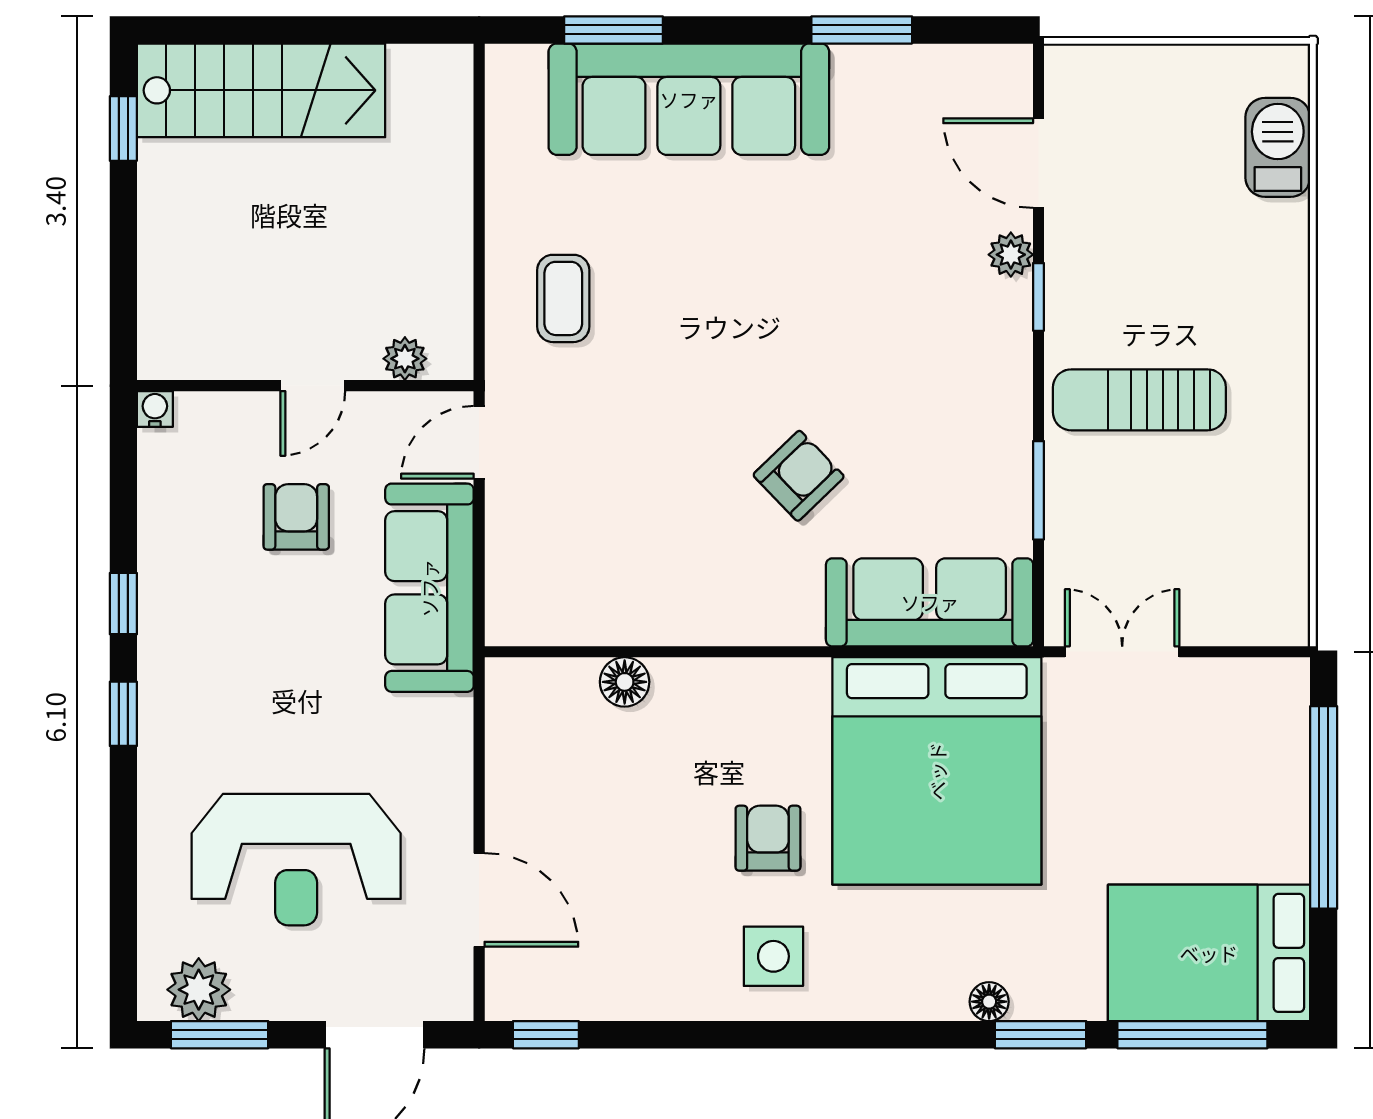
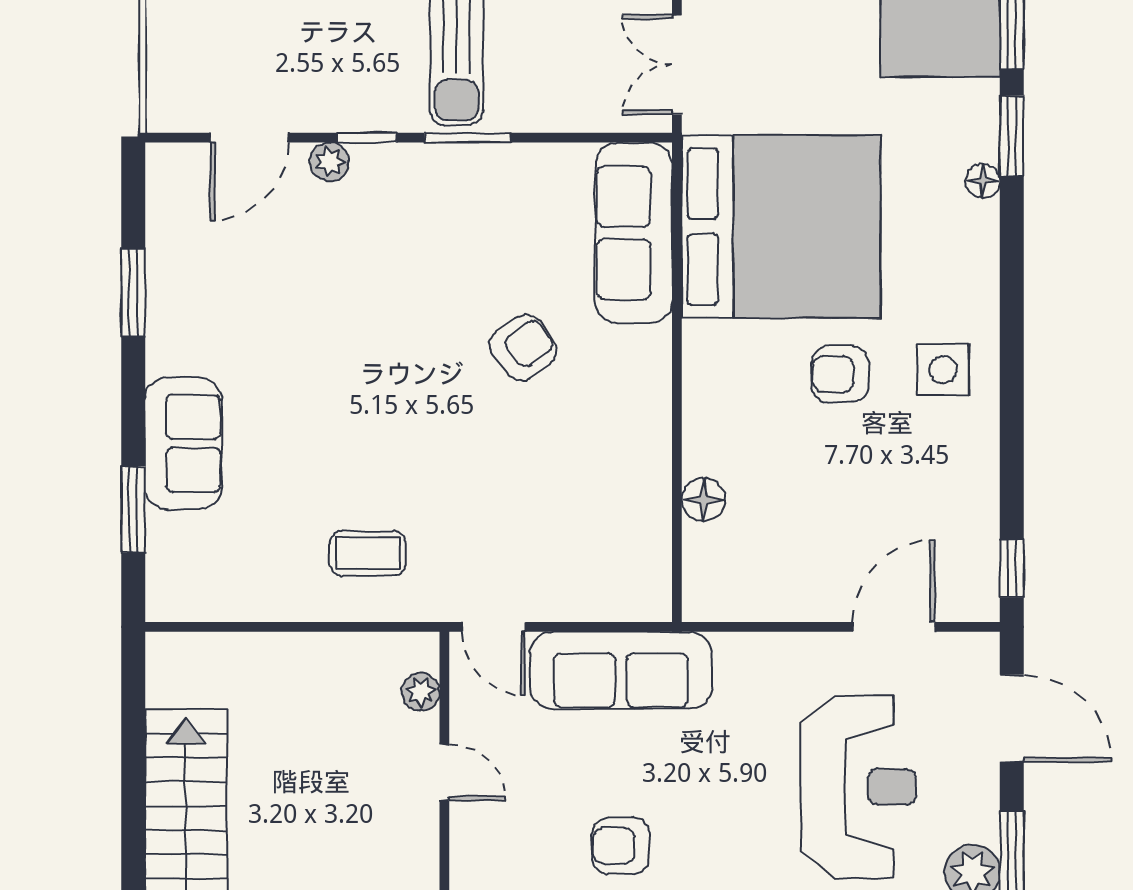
sofa: (689, 99) -> (183, 443), width x0.54, depth x0.79
armchair: (799, 476) -> (523, 347), turned 98
window: (1039, 490) -> (468, 138), moved
armchair: (296, 517) -> (621, 846), moved

